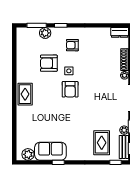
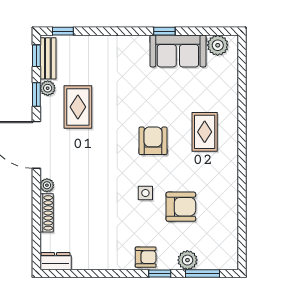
armchair: (72, 45) -> (146, 257), moved
armchair: (70, 89) -> (153, 141), moved
rug: (25, 94) -> (205, 132), moved
rug: (102, 143) -> (78, 107), moved

